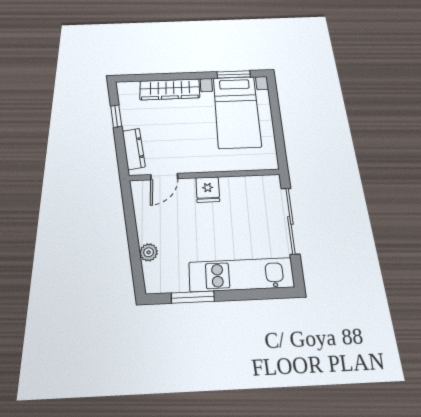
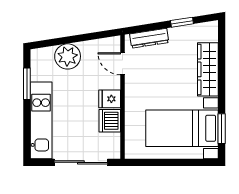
dishwasher: (235, 188) -> (110, 121), added
plant: (149, 252) -> (68, 56), width x1.88, depth x1.88

